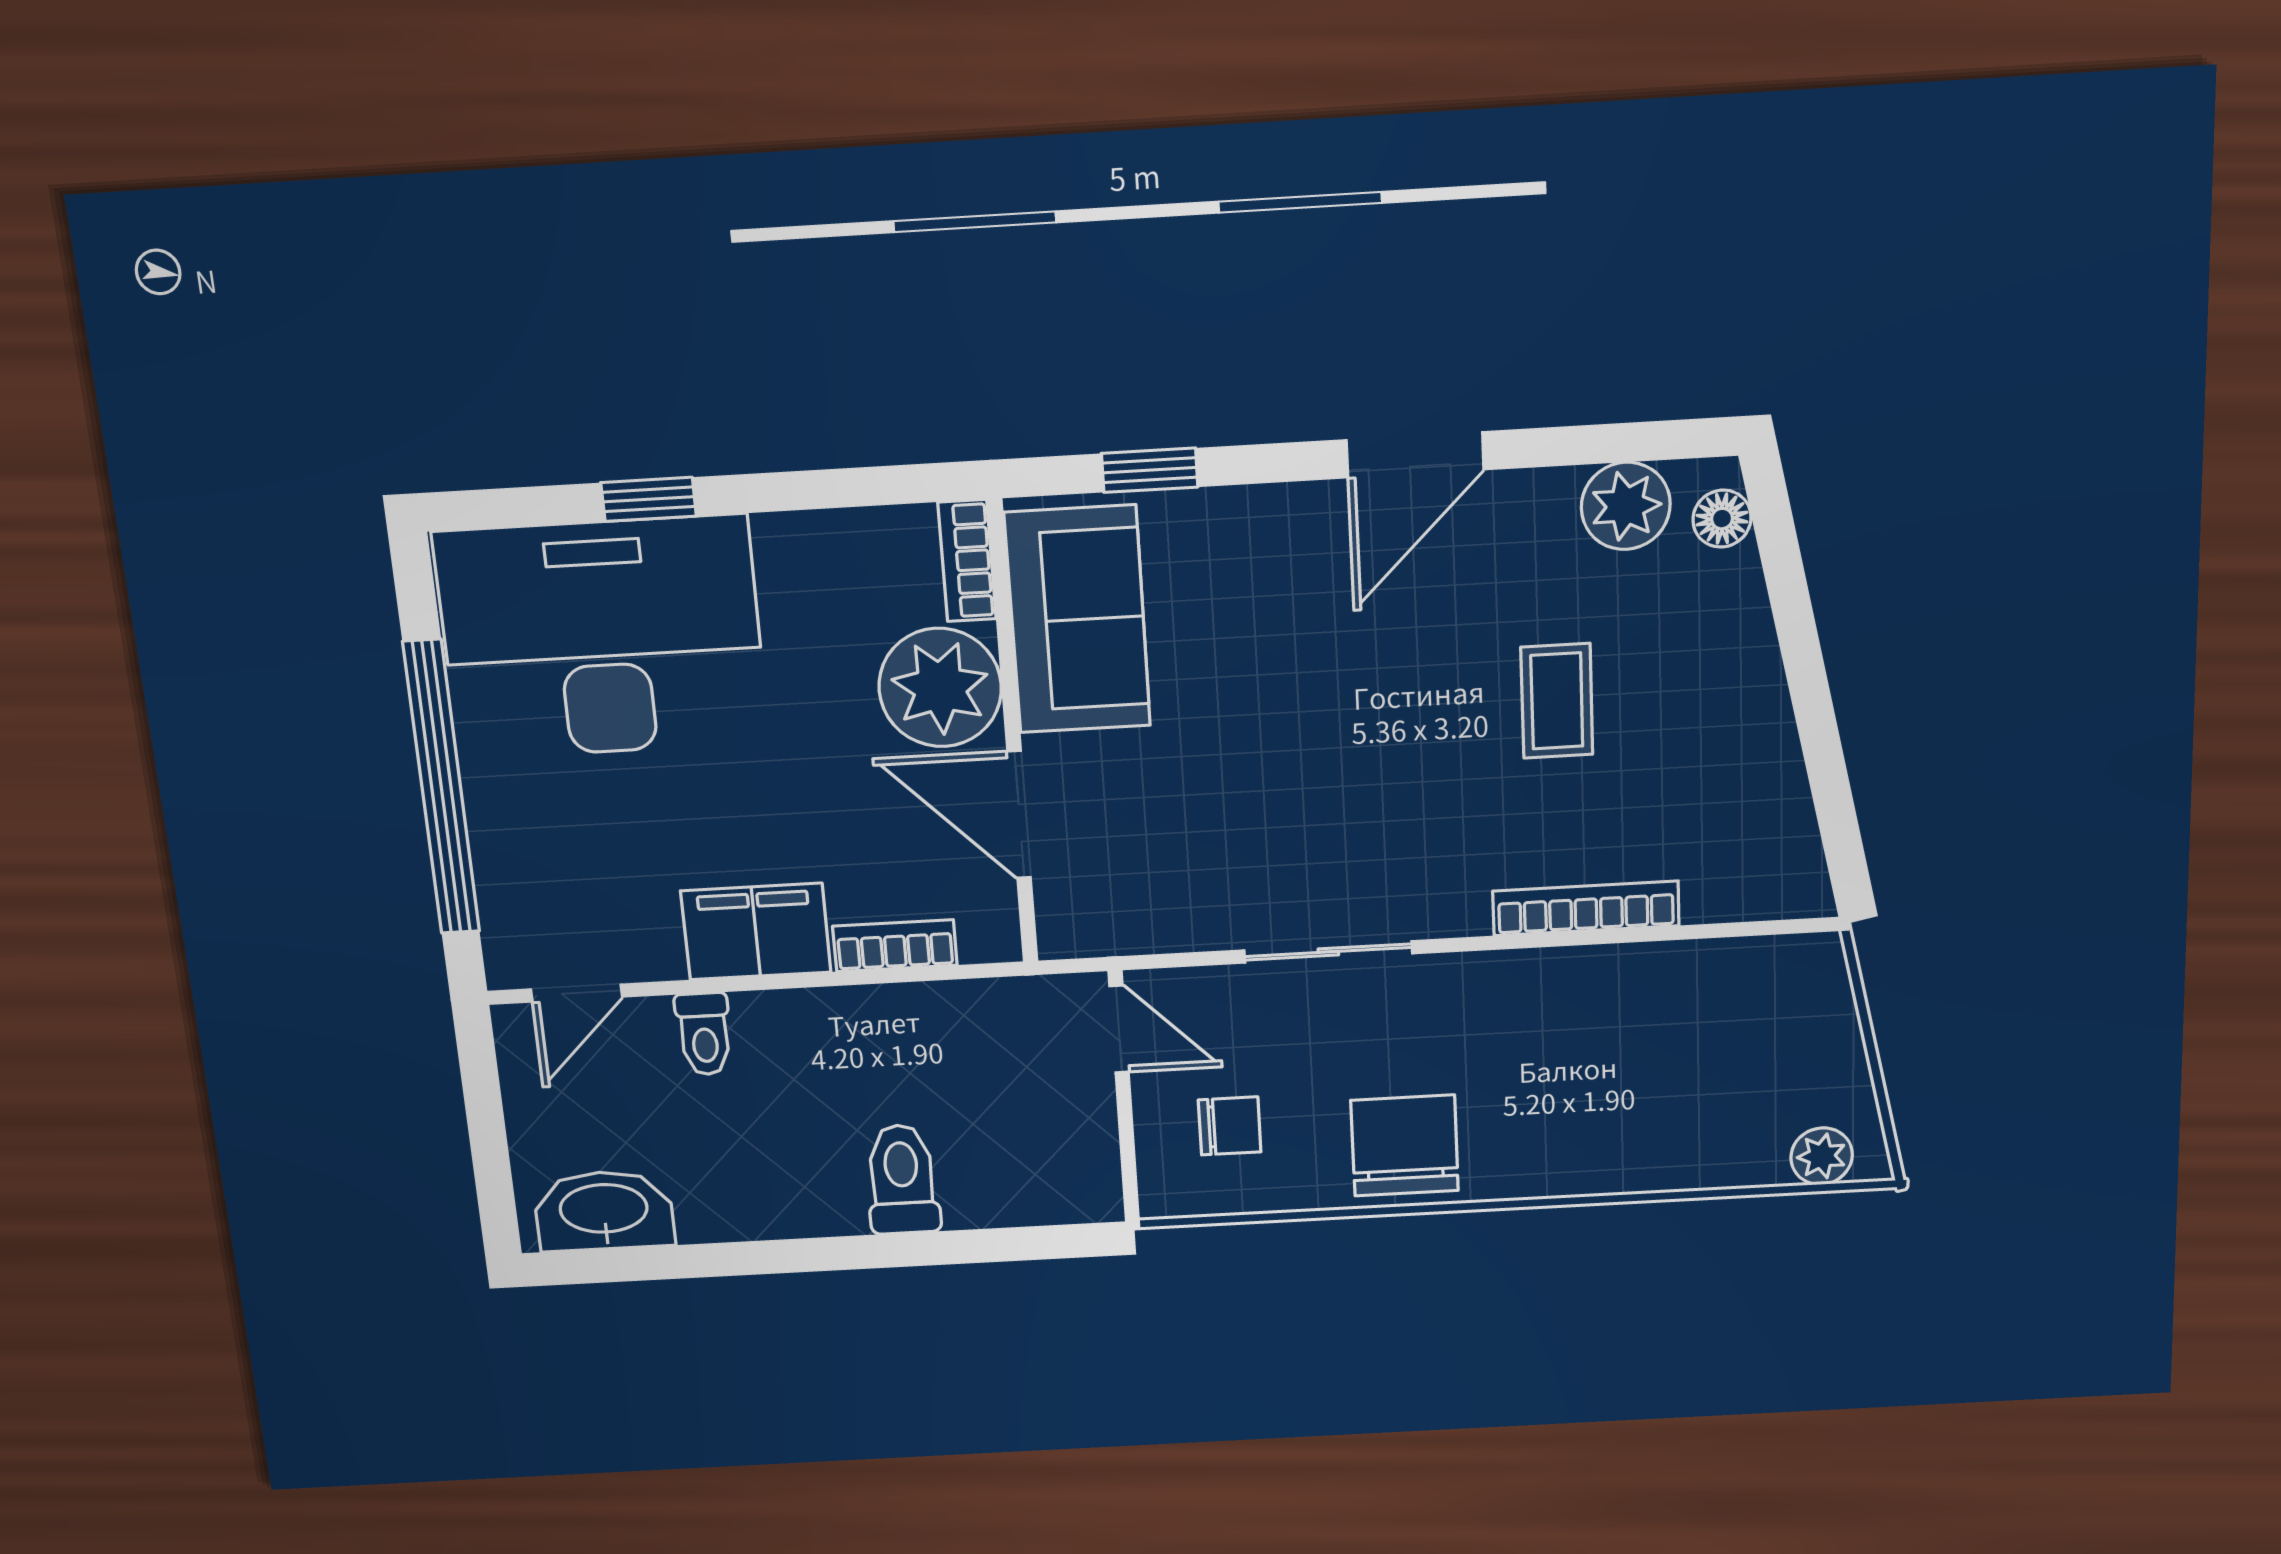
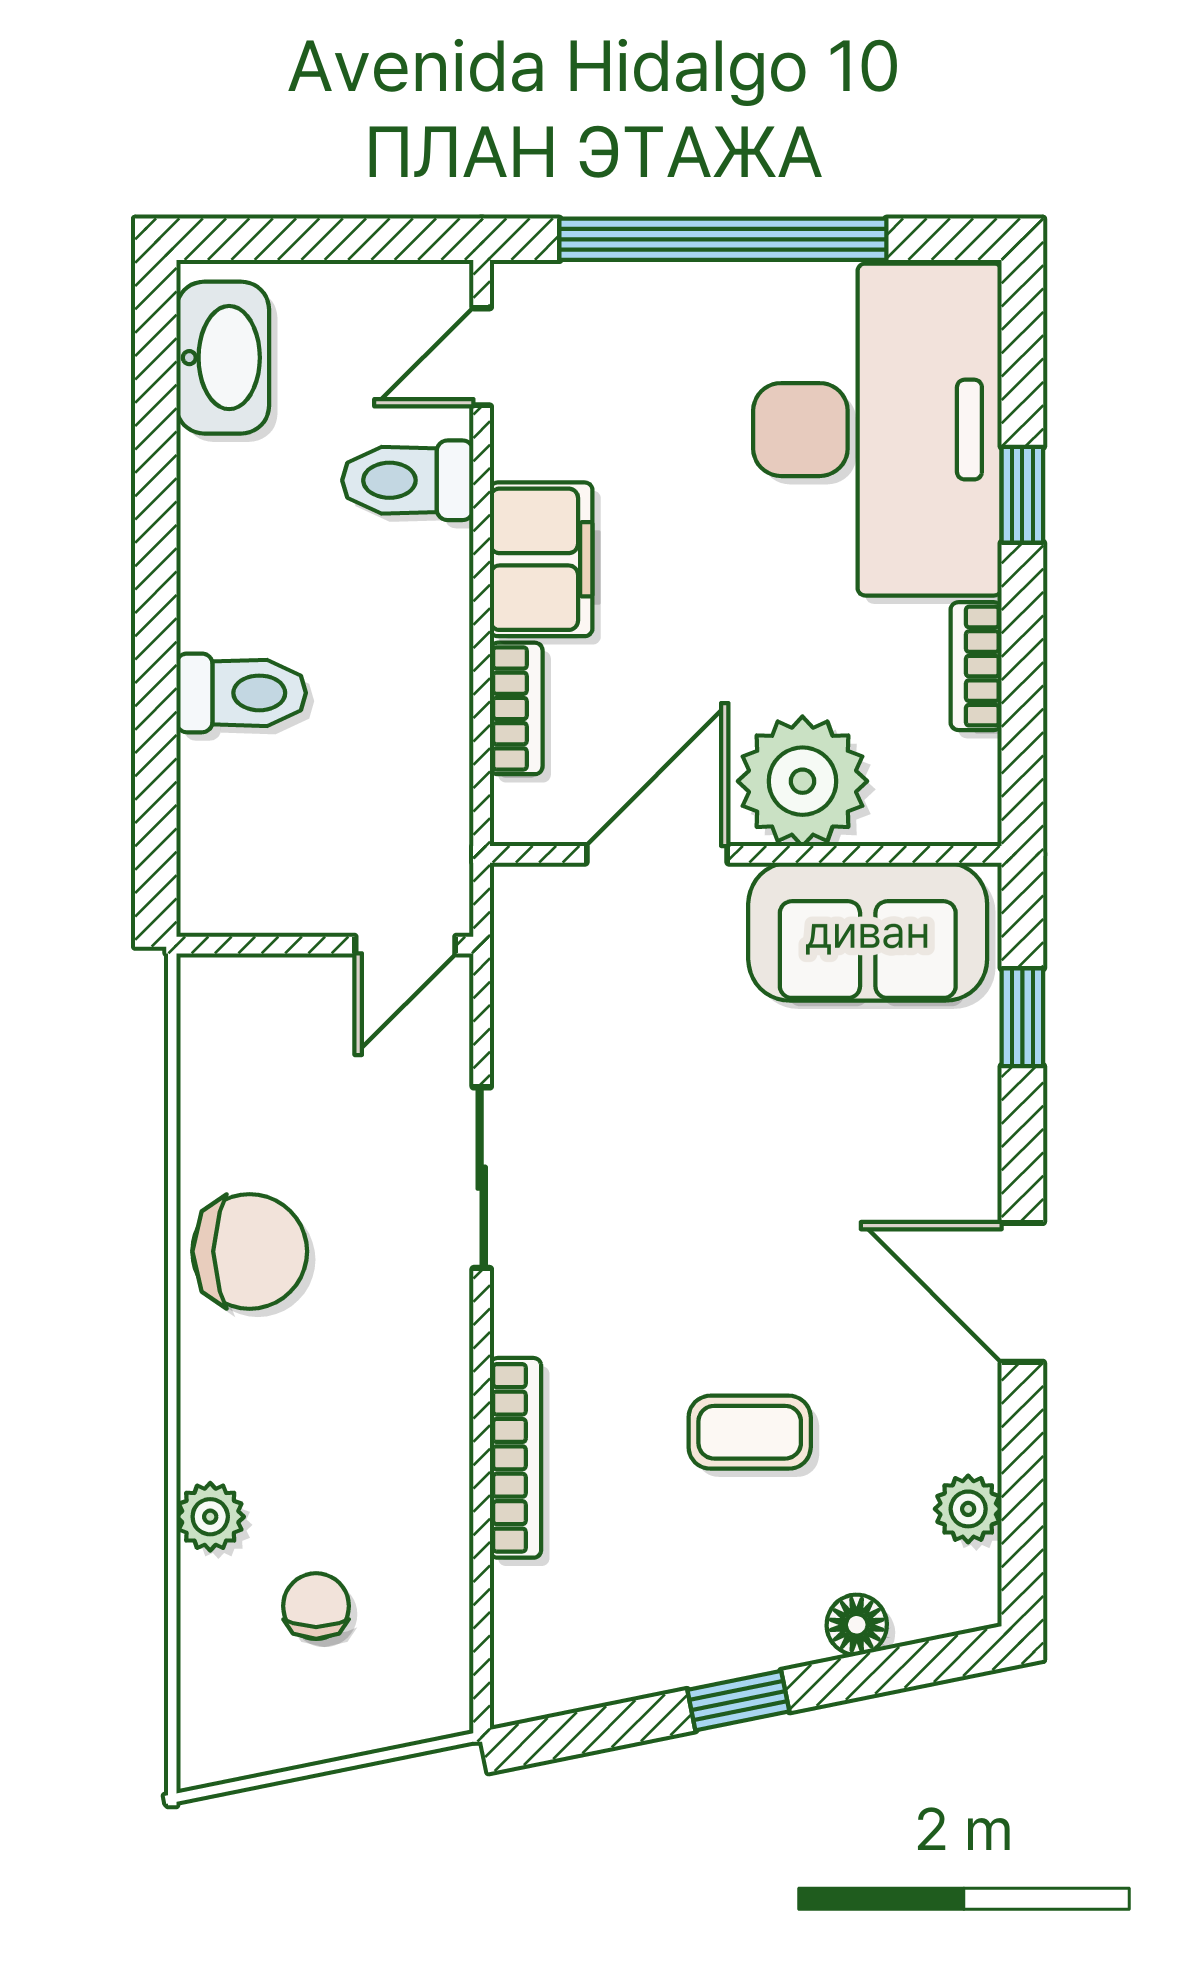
plant: (1626, 506) -> (968, 1509), width x0.73, depth x0.73
floor lamp: (1722, 519) -> (857, 1625), moved
bookcase: (967, 561) -> (976, 666), moved, turned -90
window: (1811, 697) -> (738, 1701), added
door: (577, 993) -> (482, 357), hinge flipped
toilet: (704, 1034) -> (408, 480), width x1.37, depth x1.39
chair: (1230, 1126) -> (316, 1606), moved, turned 180
plant: (1822, 1156) -> (210, 1517), moved

